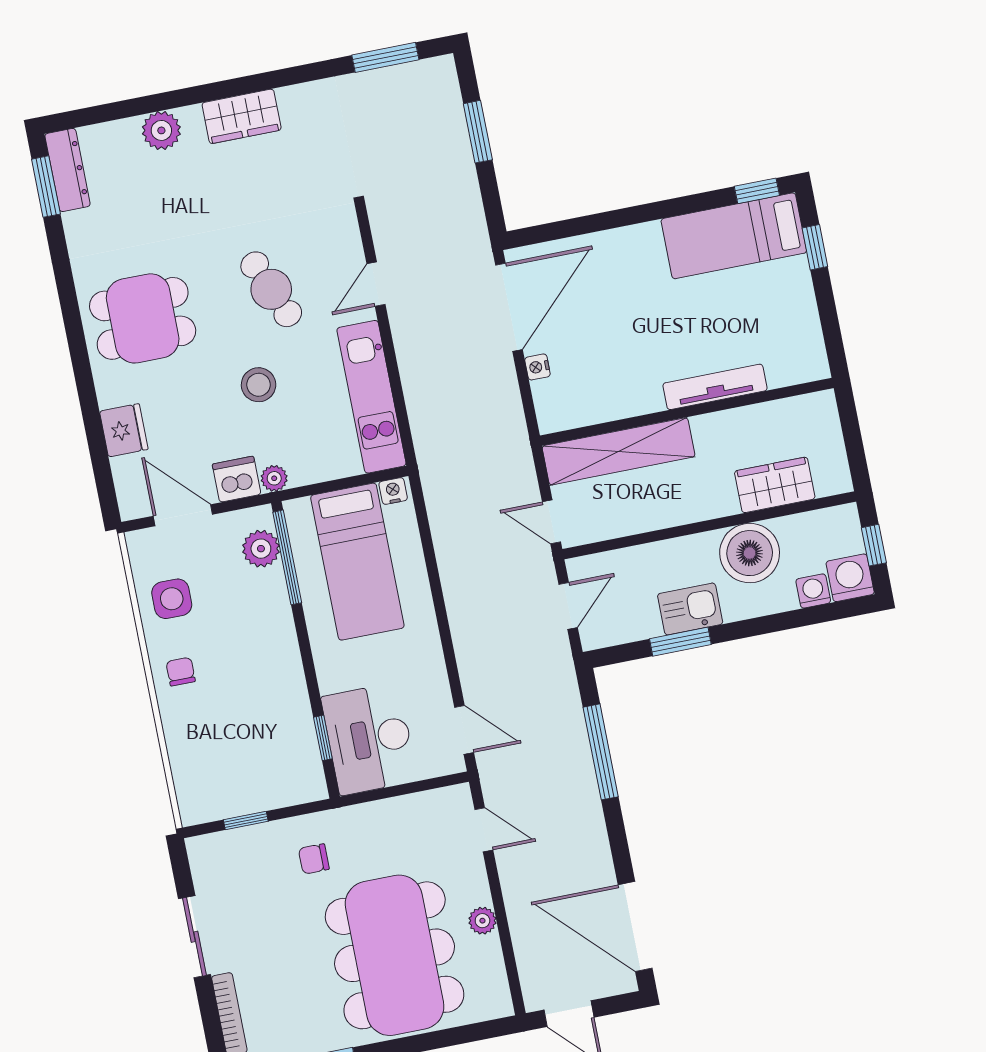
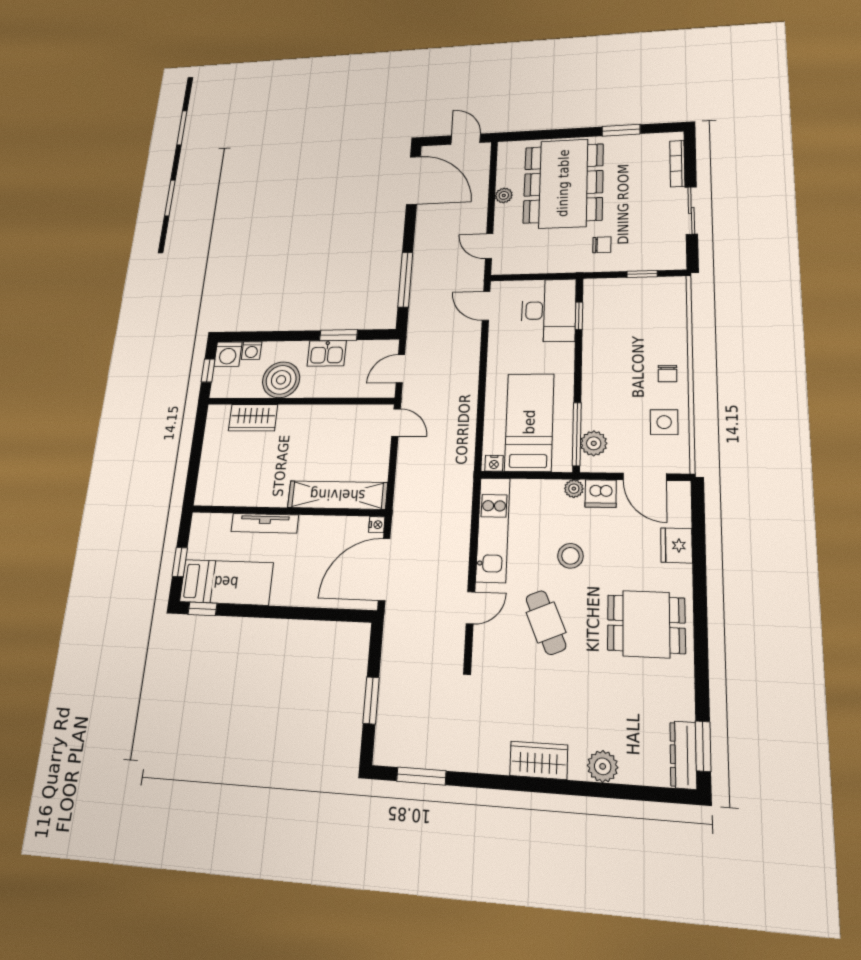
tv unit: (715, 387) -> (265, 523), moved
wall: (687, 412) -> (287, 511), moved
shelving: (619, 451) -> (337, 495), moved

